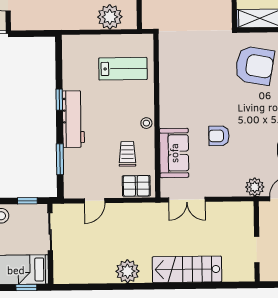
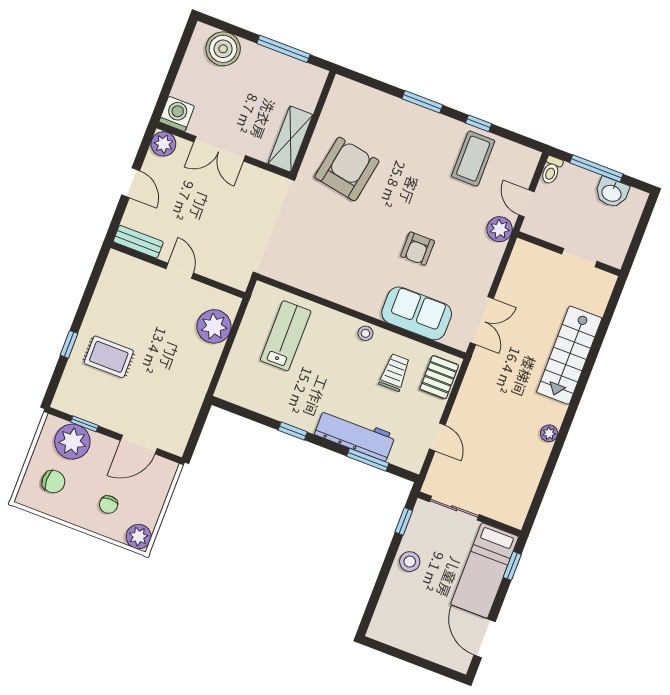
workbench: (73, 119) -> (355, 435), moved
trolley: (127, 154) -> (395, 372), turned 90
plant: (128, 271) -> (549, 433), width x0.53, depth x0.53

